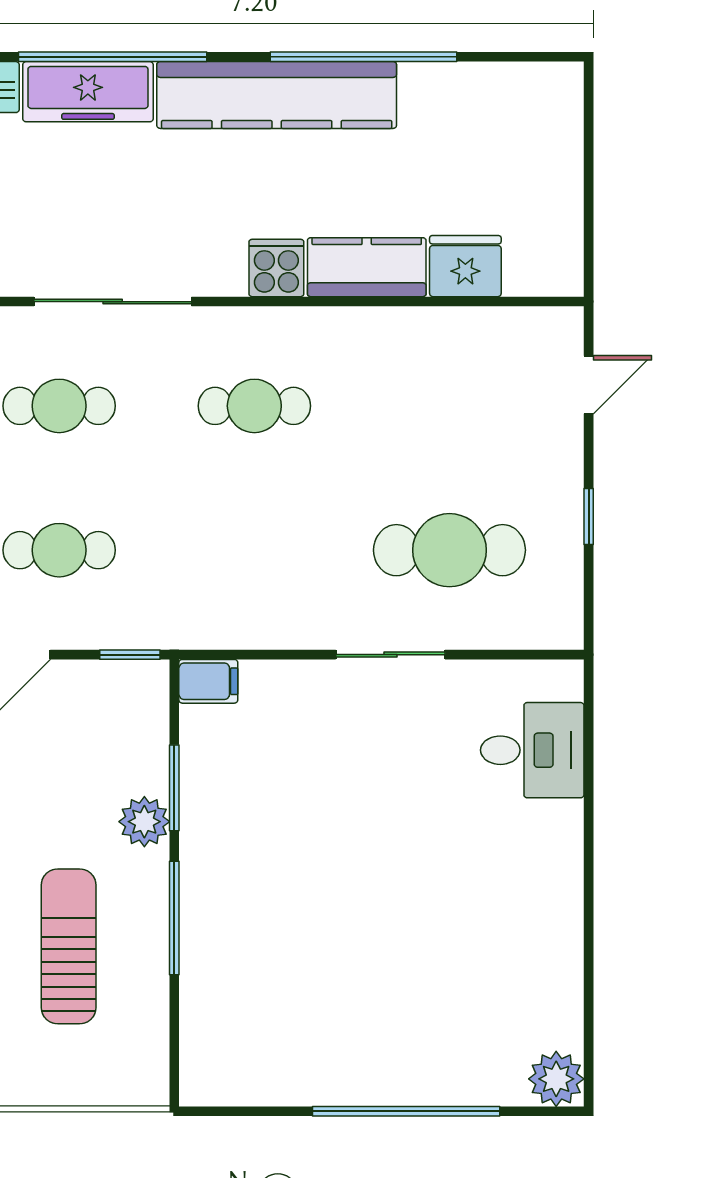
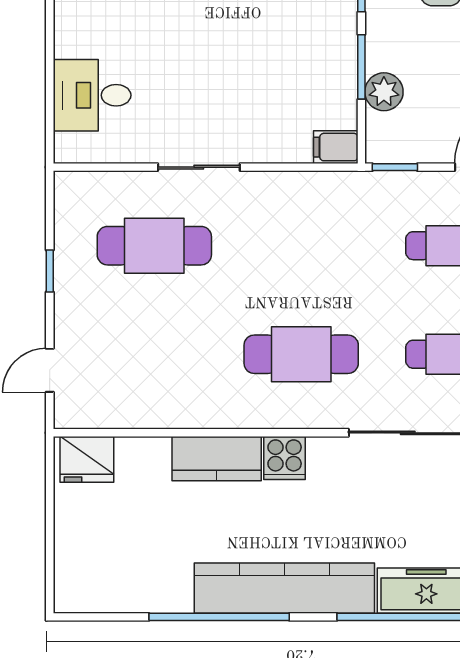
fridge: (465, 266) -> (87, 459), moved
cafe table: (254, 406) -> (301, 354), width x1.37, depth x1.35
plant: (144, 822) -> (384, 92), moved

